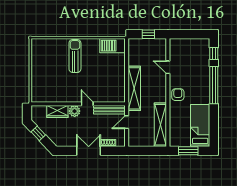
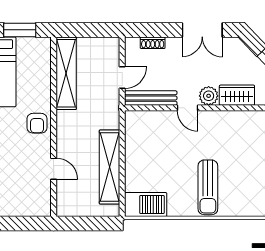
window: (148, 34) -> (86, 223), removed
shelving: (134, 88) -> (109, 167), moved
double door: (89, 151) -> (202, 30), moved

